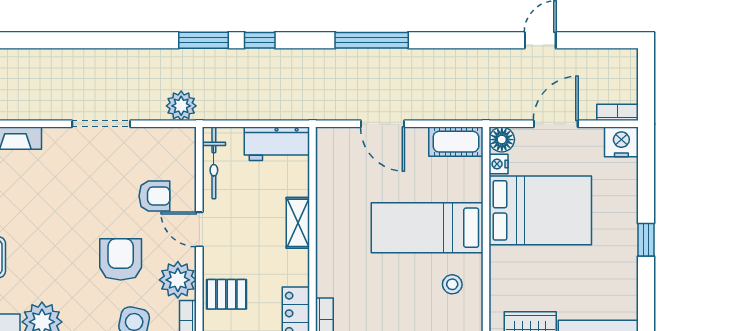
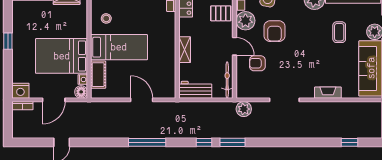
cot: (456, 142) -> (98, 75), moved, turned 90

